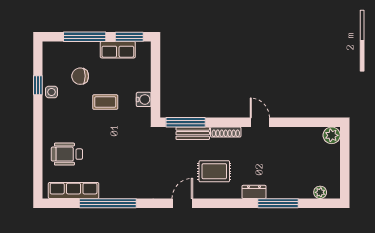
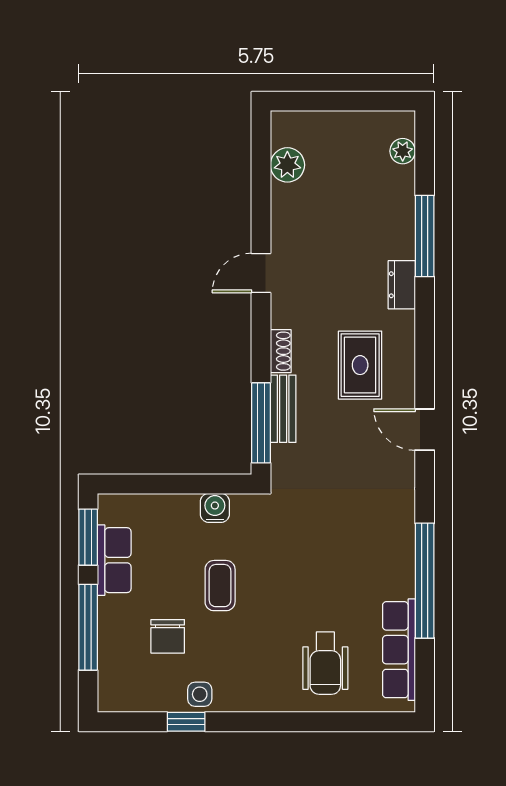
shoe rack: (226, 132) -> (281, 351), width x0.70
plant: (332, 135) -> (287, 165), moved

